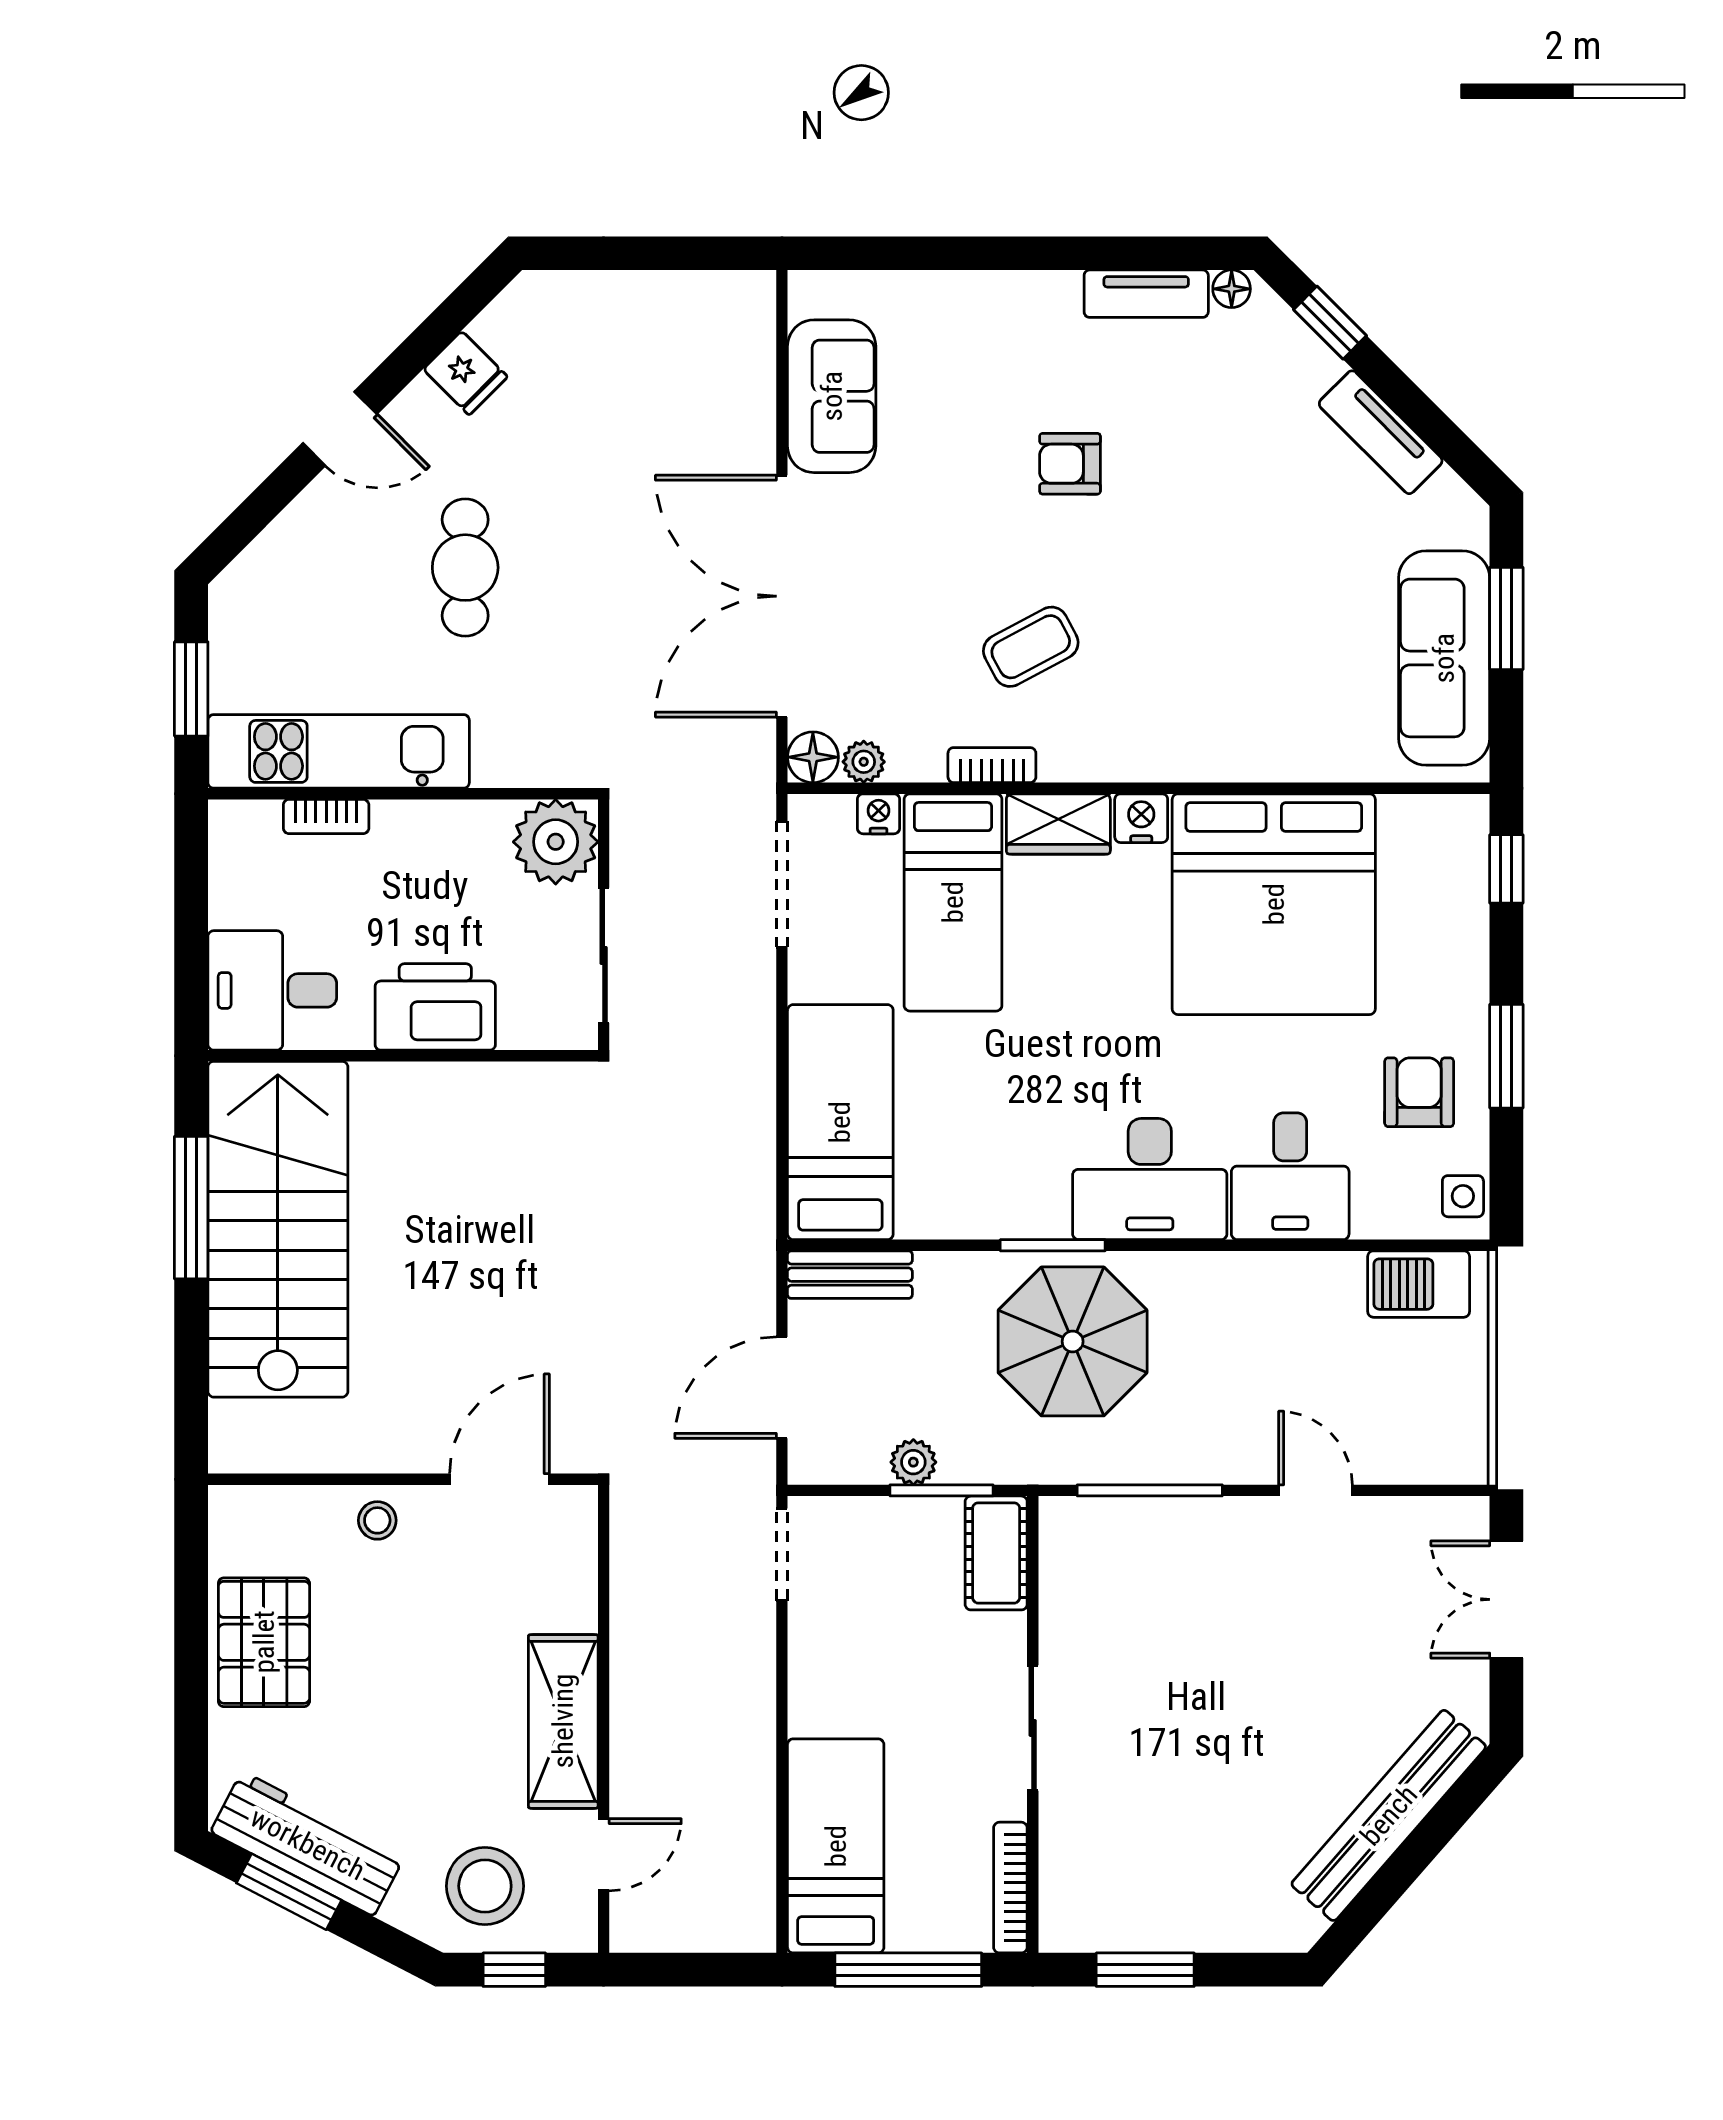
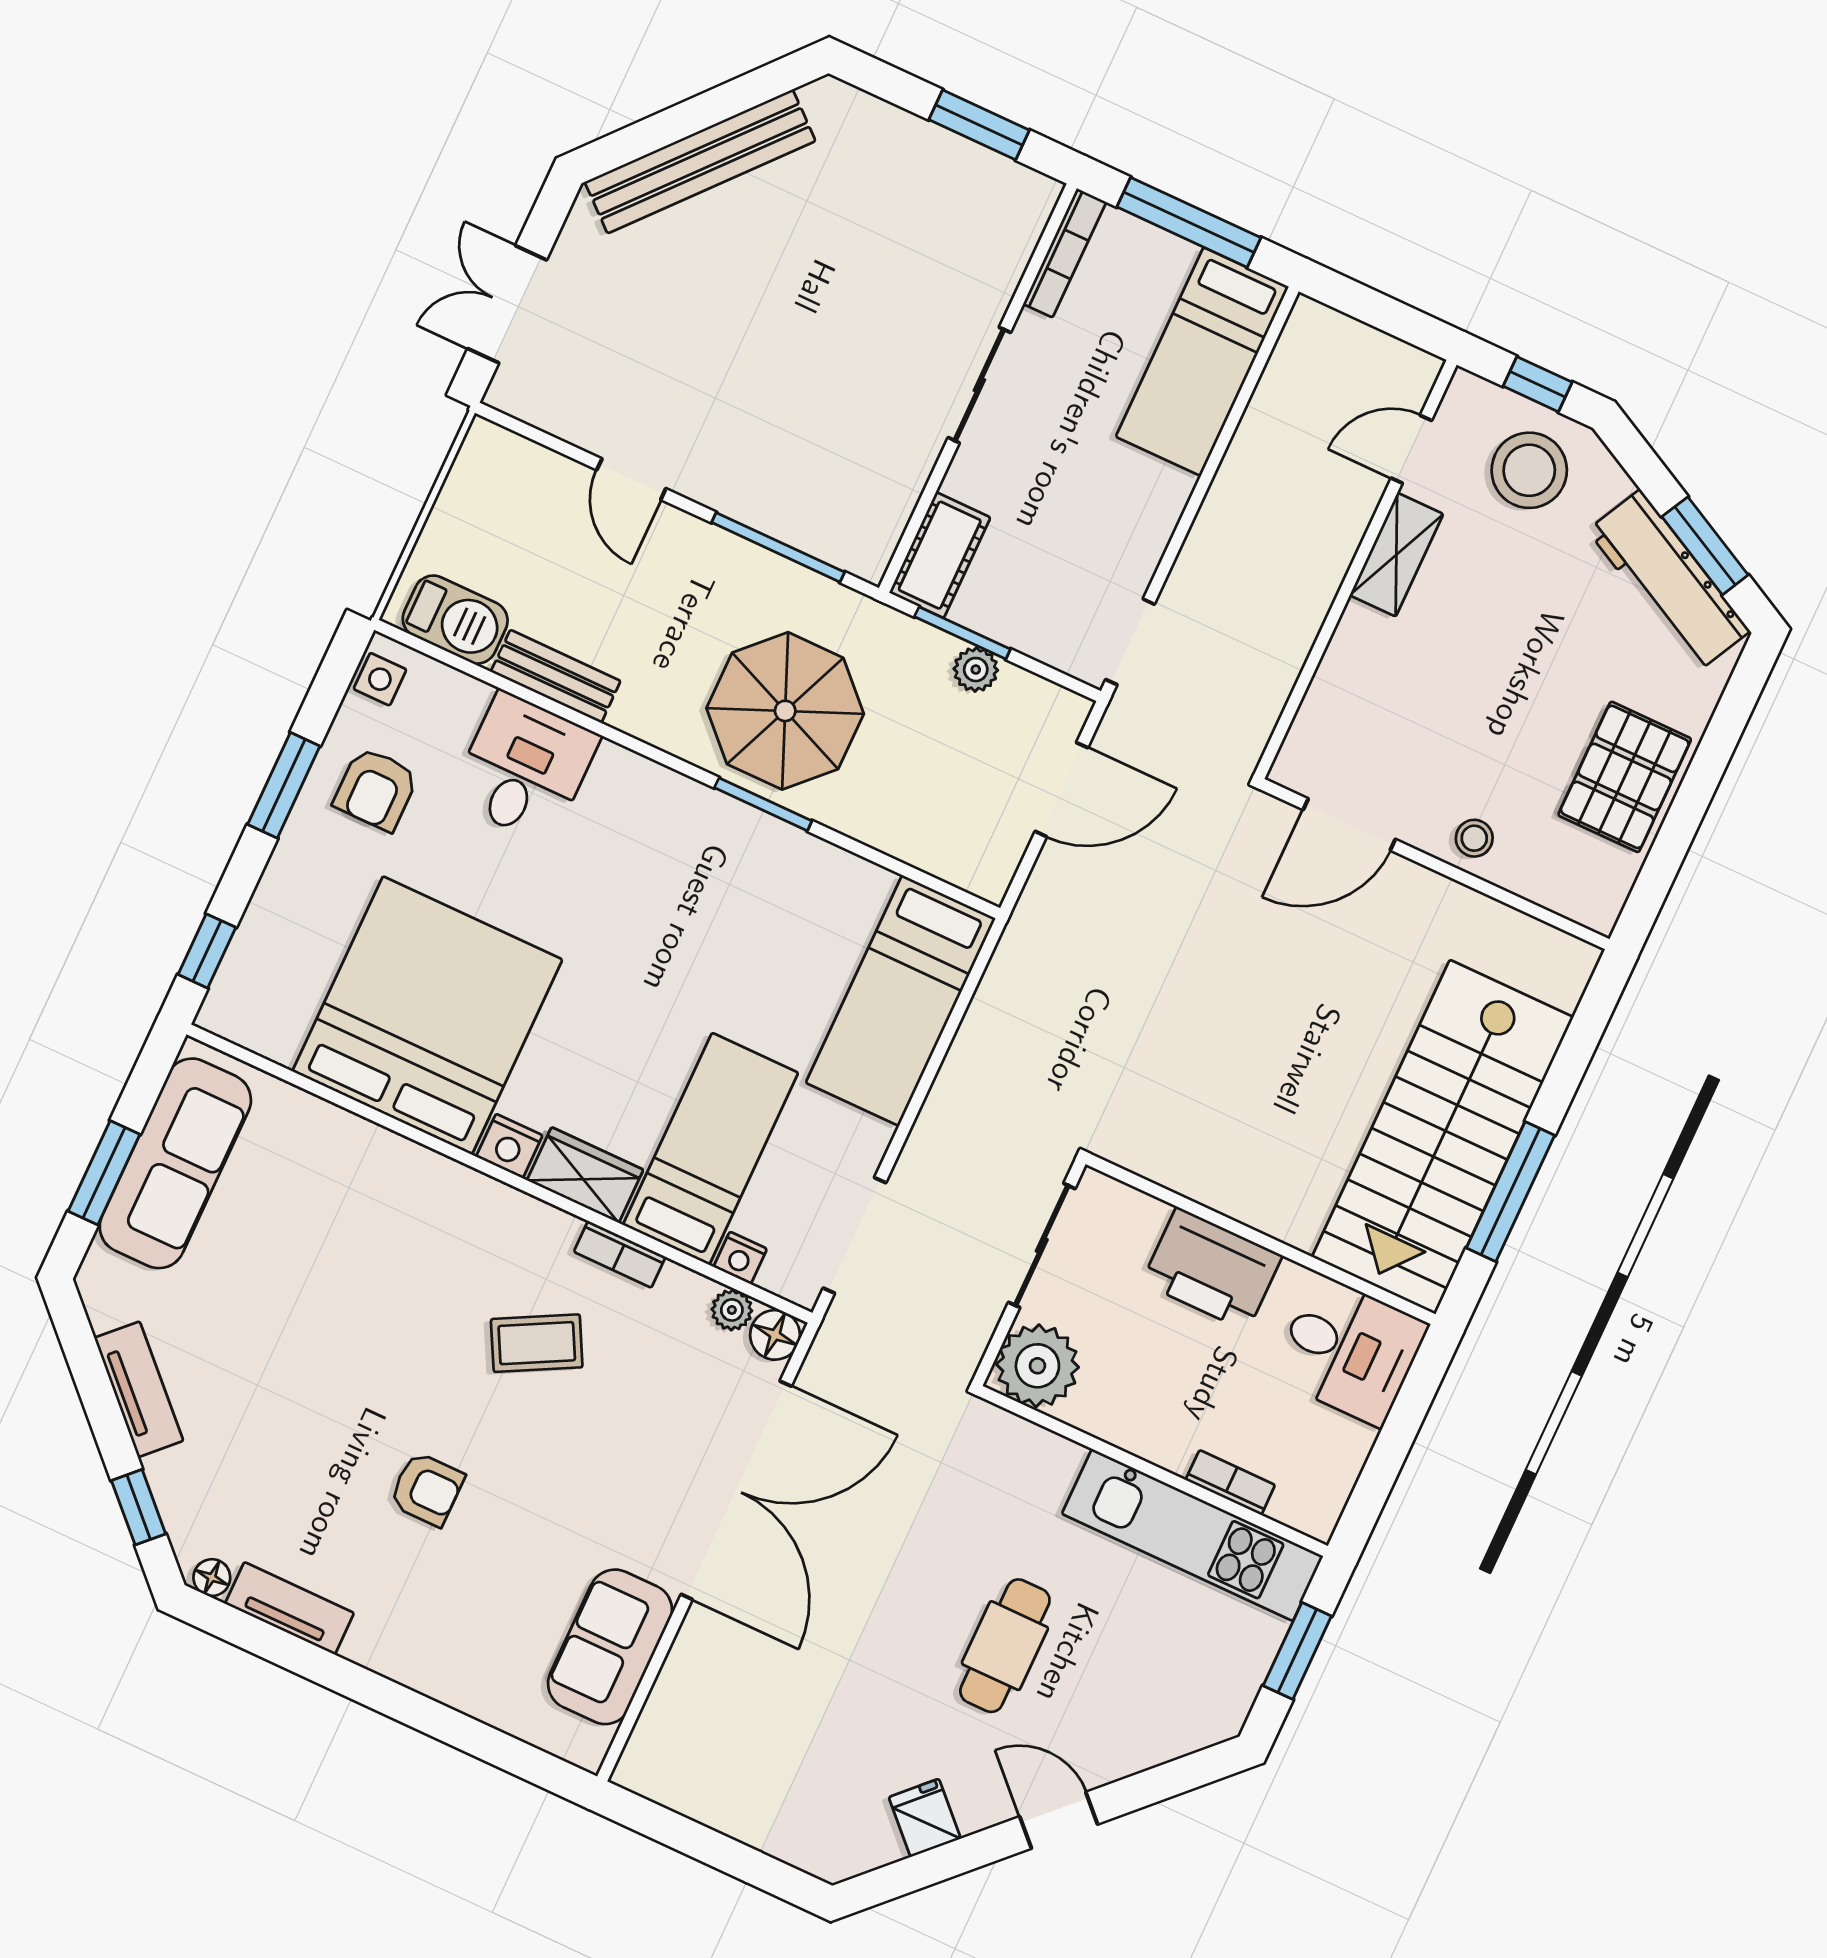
desk: (1150, 1179) -> (650, 823), removed
bench: (850, 1275) -> (556, 676), moved
double door: (1506, 1599) -> (507, 304), swing flipped
shelving: (563, 1721) -> (1396, 555), width x0.67, depth x0.75

